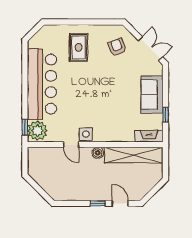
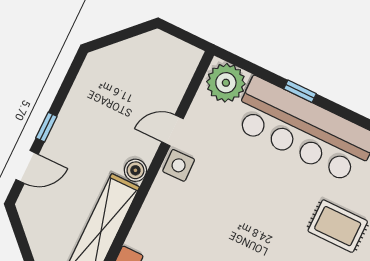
window: (25, 127) -> (300, 91), moved

